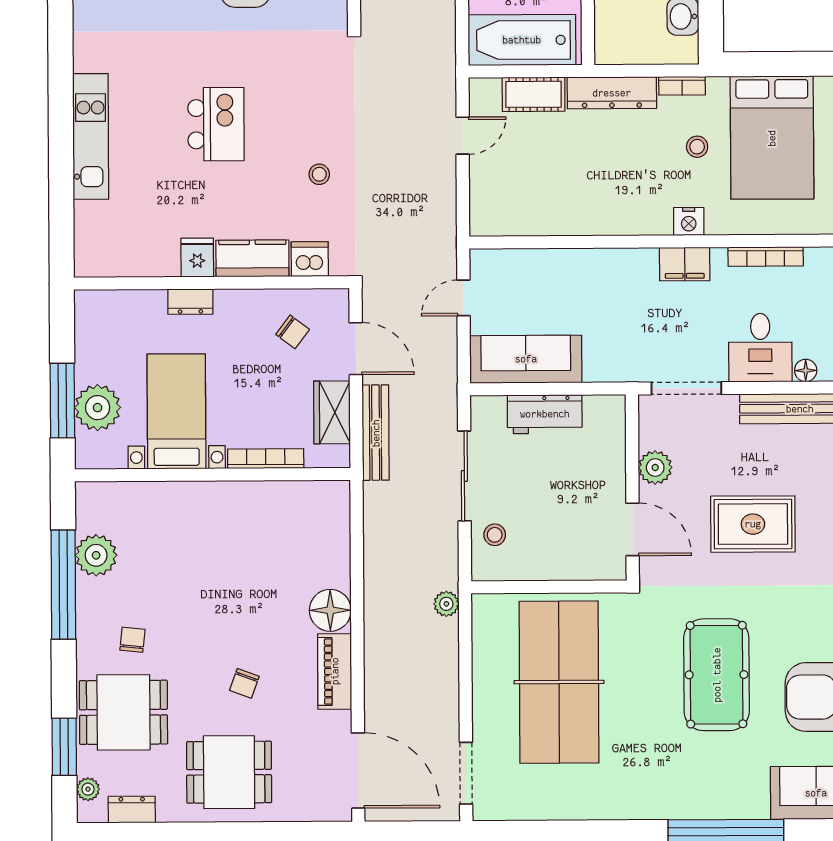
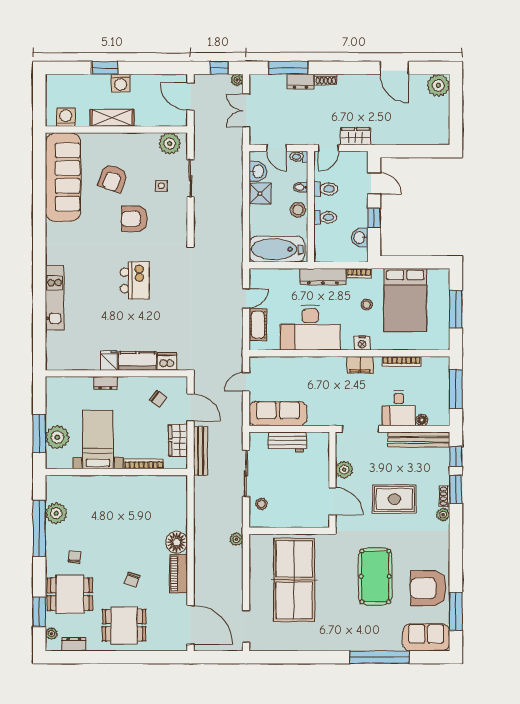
cot: (534, 94) -> (258, 325), moved, turned 90
kitchen island: (216, 124) -> (135, 280), moved
stool: (319, 174) -> (172, 318), removed
desk: (588, 193) -> (310, 328), added

